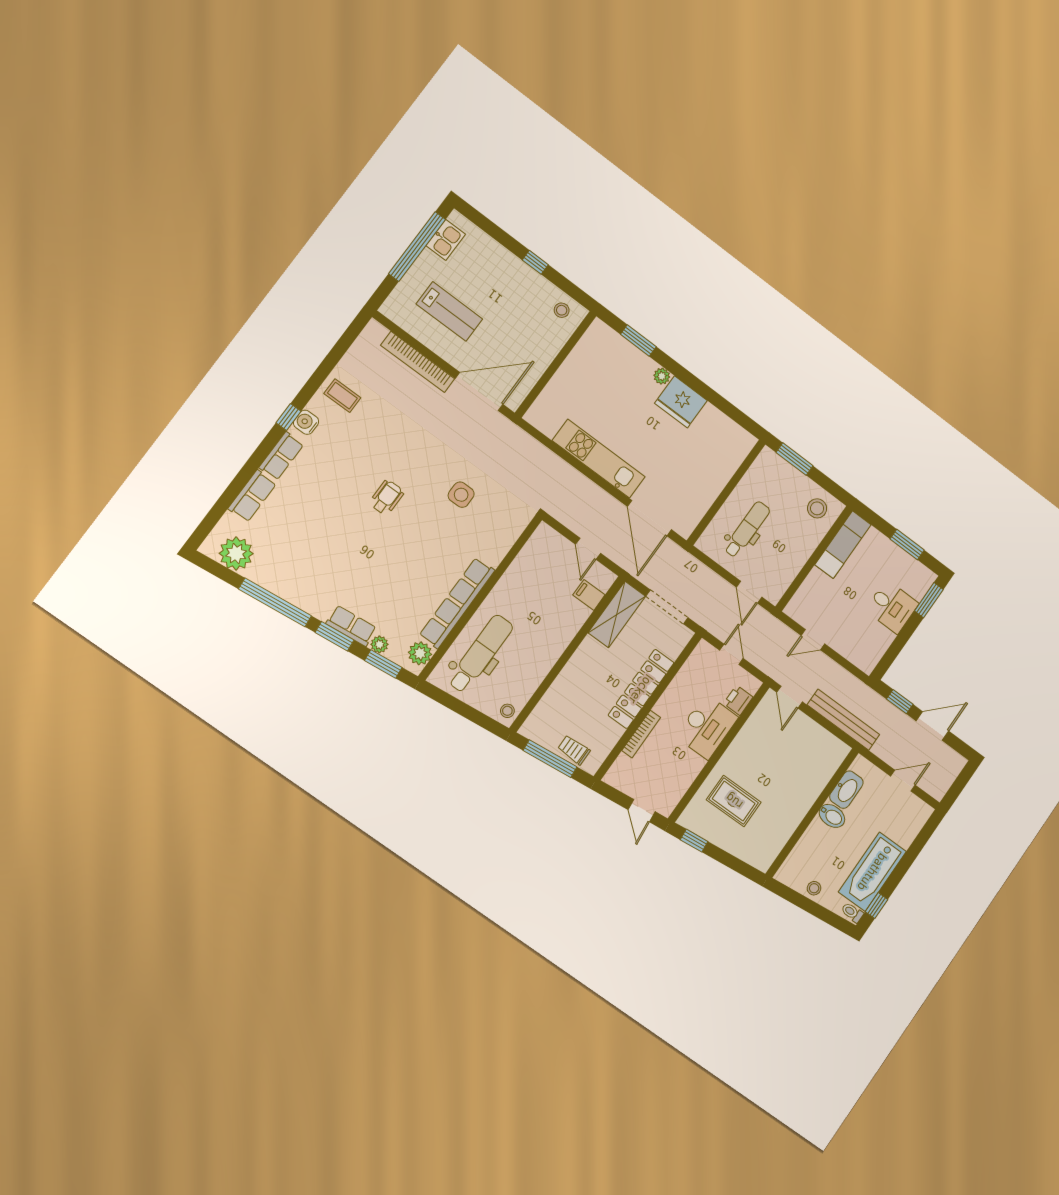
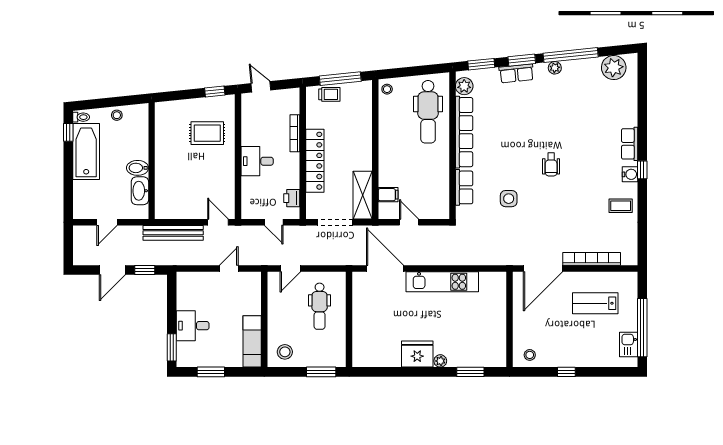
row of seats: (252, 496) -> (464, 187), moved, turned 180
door: (749, 592) -> (290, 269), swing flipped
plant: (379, 644) -> (555, 68), moved
printer: (738, 700) -> (292, 198), moved, turned 180
desk: (707, 727) -> (257, 161), width x0.73

